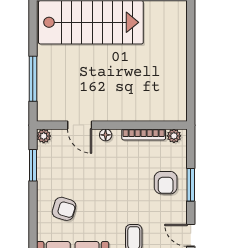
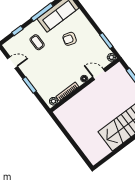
armchair: (166, 183) -> (41, 78), removed
armchair: (64, 209) -> (70, 39), moved

